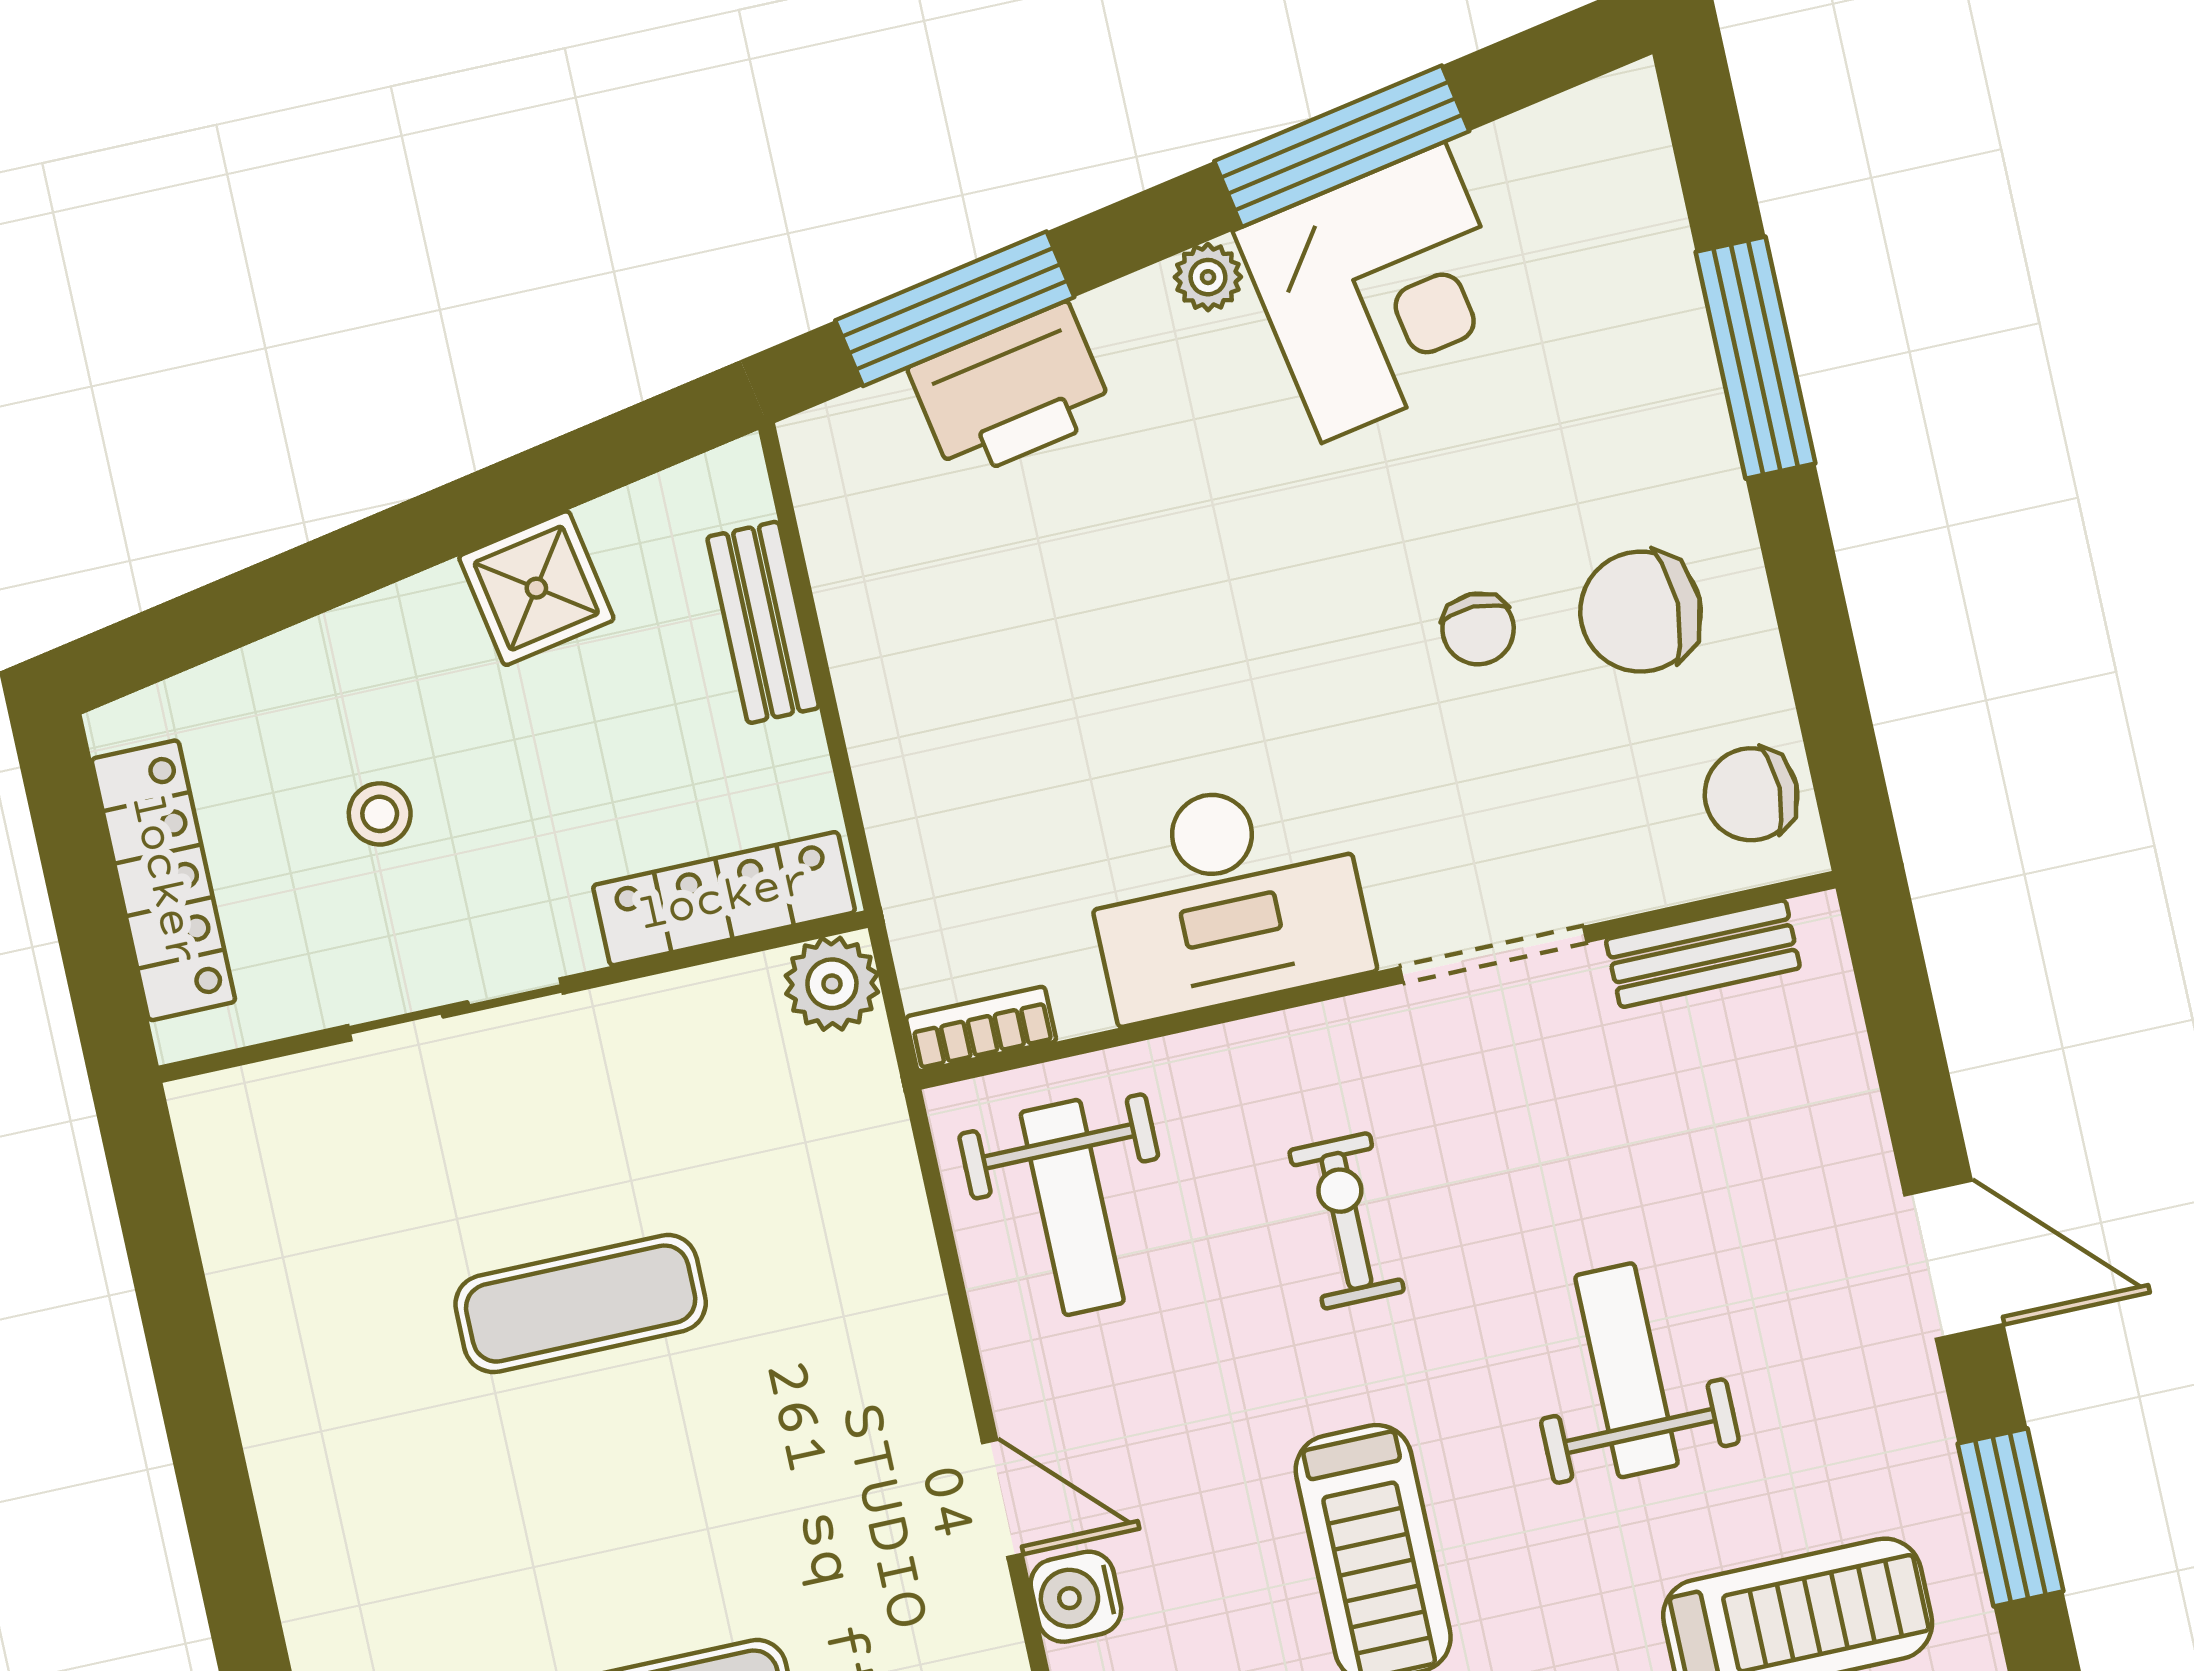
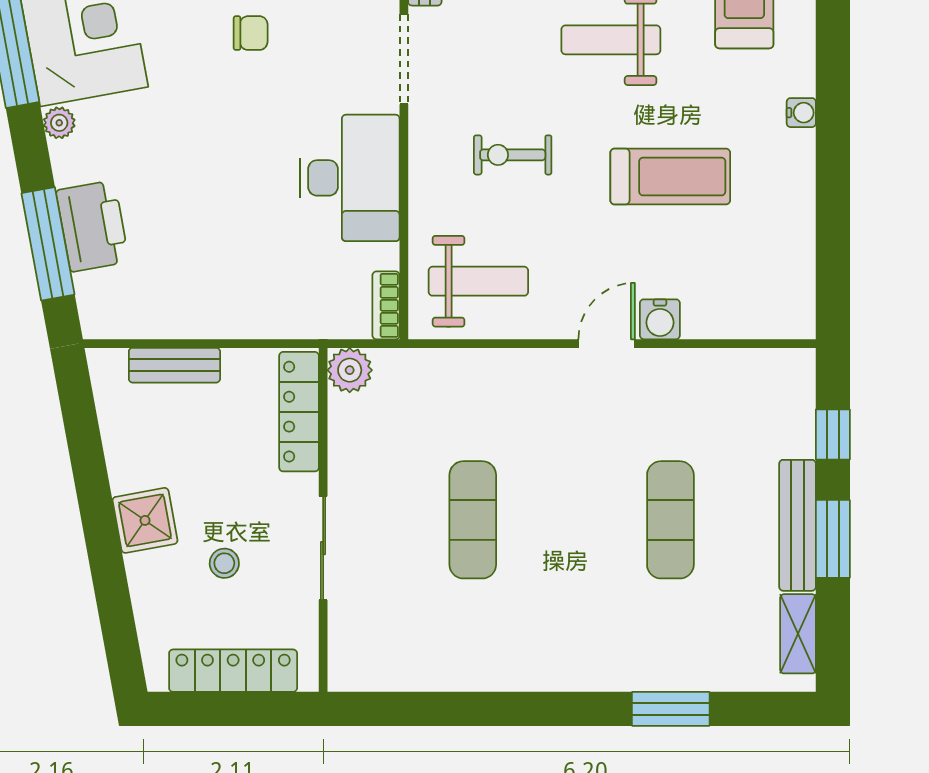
shower: (536, 588) -> (145, 520), moved

